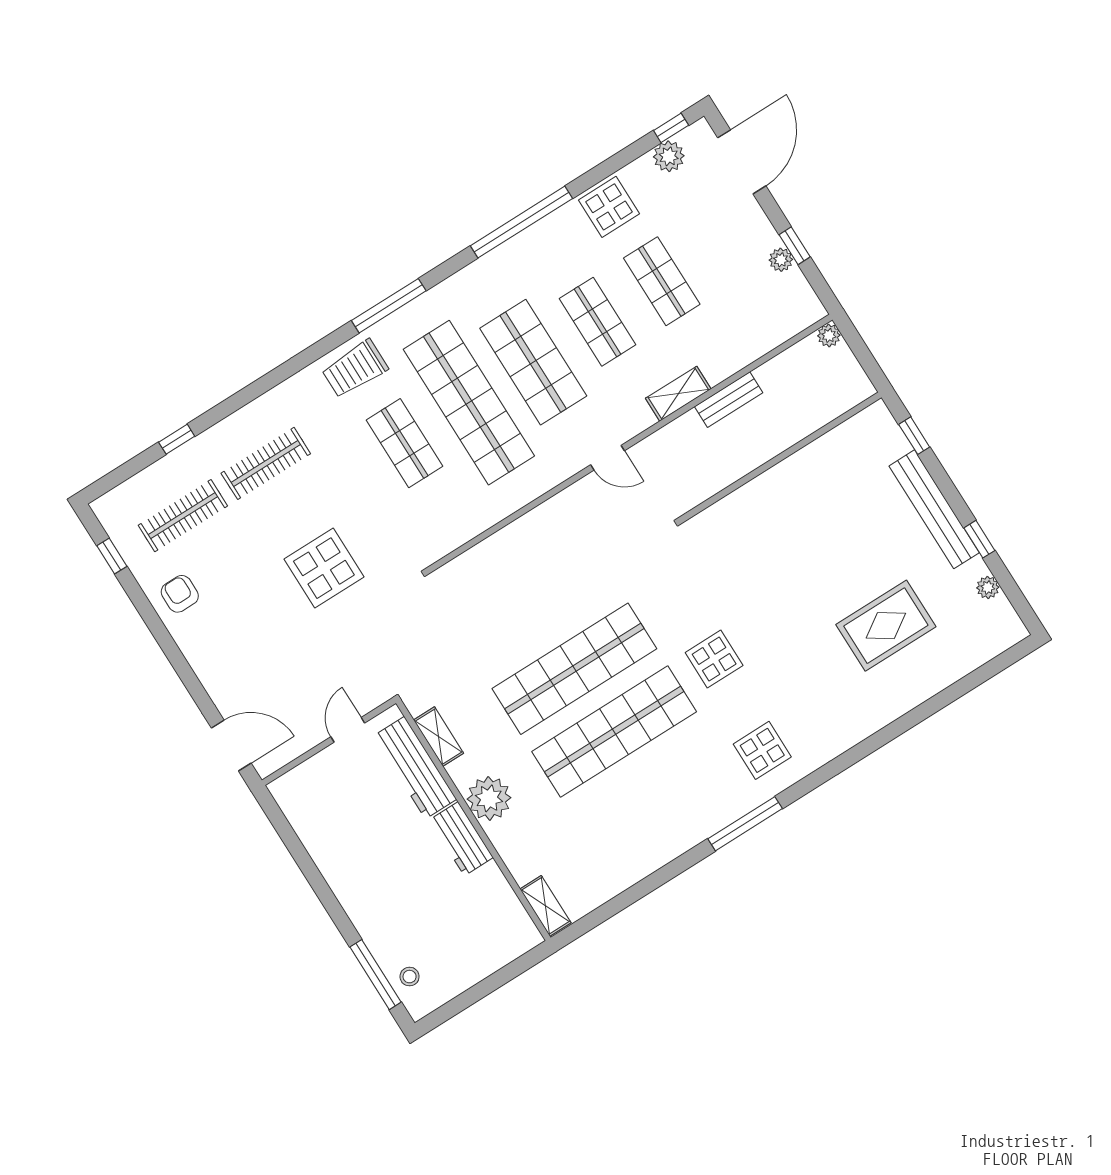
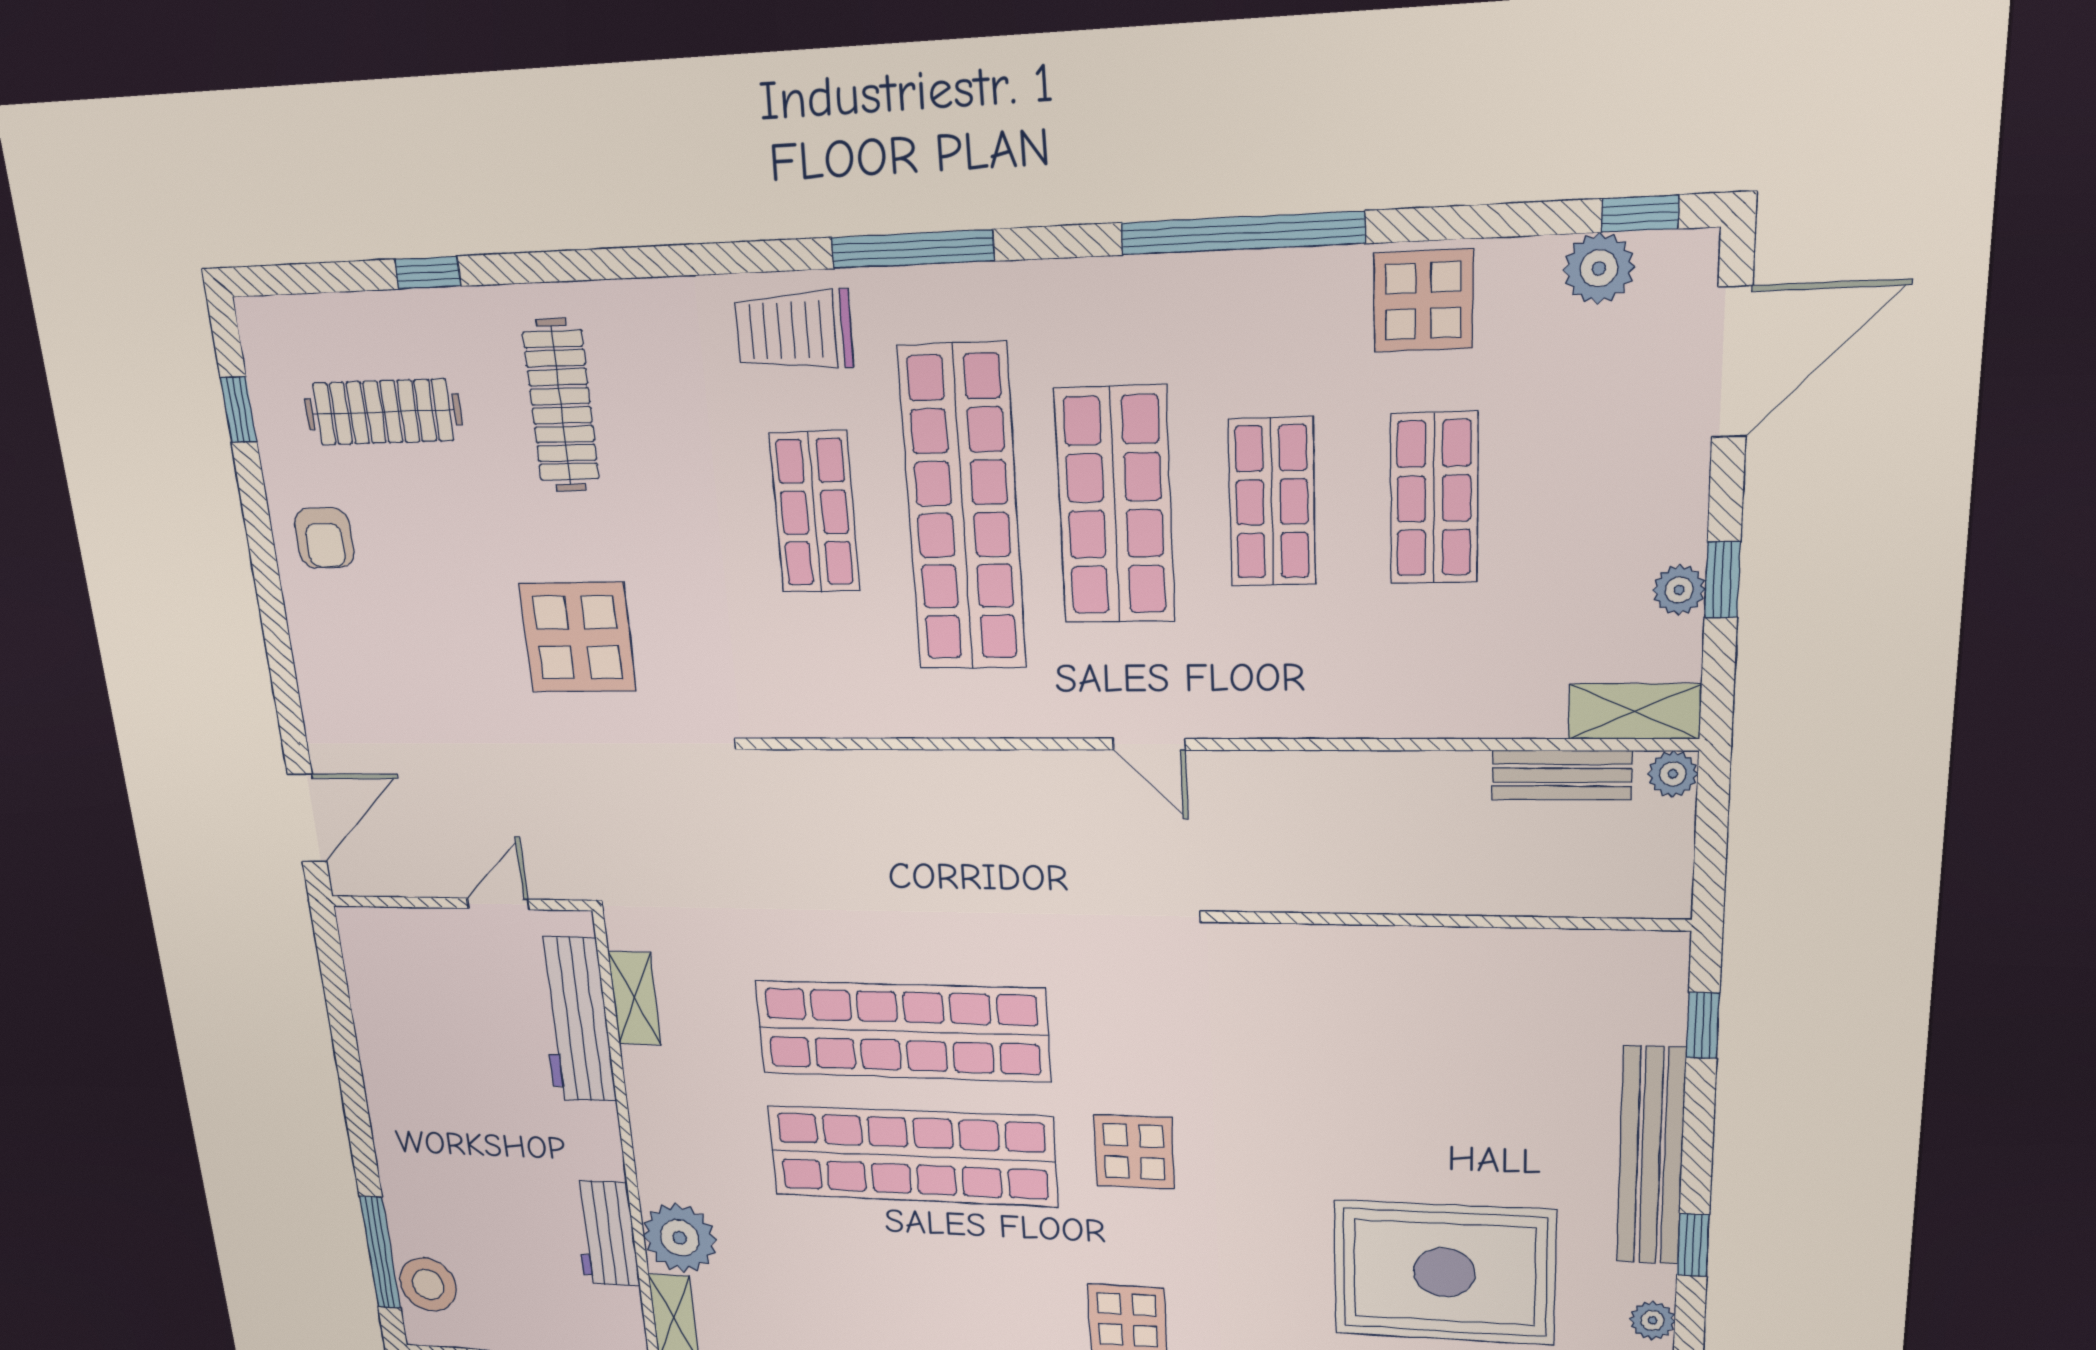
shelving: (678, 394) -> (1634, 712), moved
bench: (729, 400) -> (1562, 775), moved
clothes rail: (266, 463) -> (561, 406), turned 90
armchair: (180, 594) -> (324, 538), turned 180
rug: (886, 626) -> (1444, 1272), width x1.37, depth x1.44
door: (231, 746) -> (307, 818), hinge flipped
plant: (489, 798) -> (680, 1238), moved
workbench: (461, 839) -> (606, 1233), moved
stool: (410, 977) -> (428, 1284), width x1.89, depth x1.89

